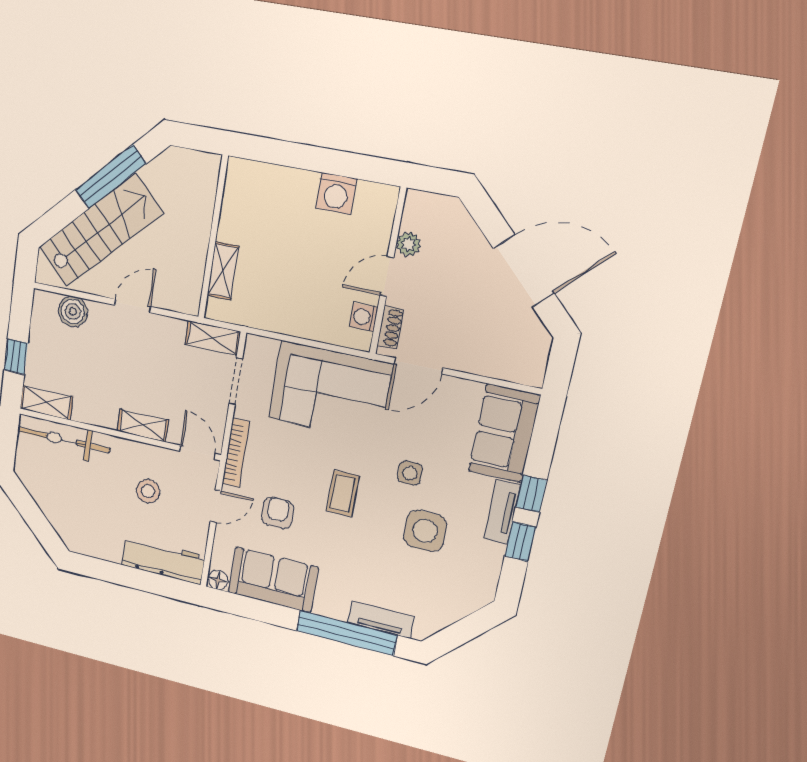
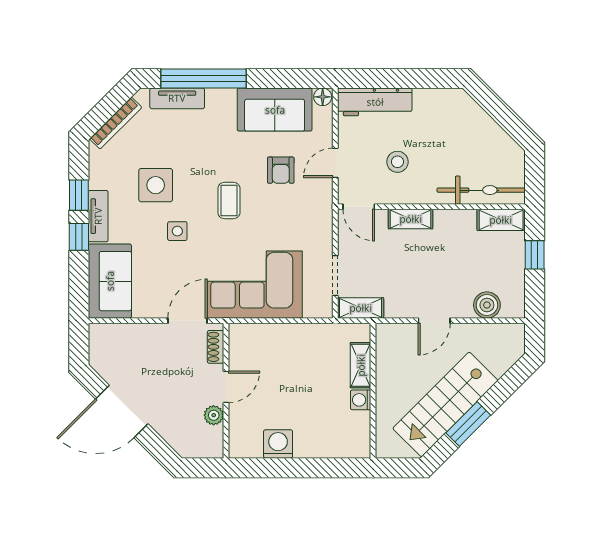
window: (111, 177) -> (468, 424), width x0.69
stairs: (101, 230) -> (445, 404), moved
washing machine: (364, 317) -> (361, 400), moved, turned 180
bookcase: (236, 453) -> (116, 123), moved, turned -135

